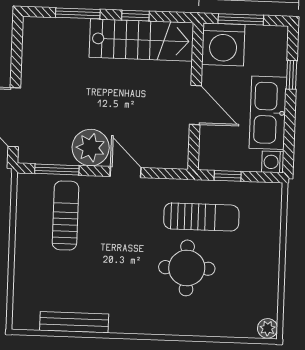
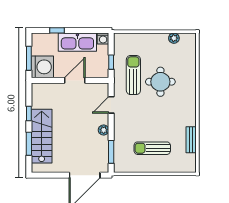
stairs: (141, 40) -> (42, 136), moved
plant: (91, 148) -> (104, 130), width x0.53, depth x0.53
door: (126, 172) -> (111, 105), moved
sun lounger: (65, 215) -> (152, 148), moved
bench: (74, 322) -> (191, 140), width x0.73
plant: (268, 328) -> (174, 38), moved

